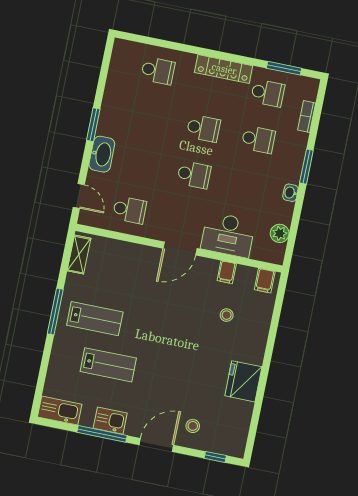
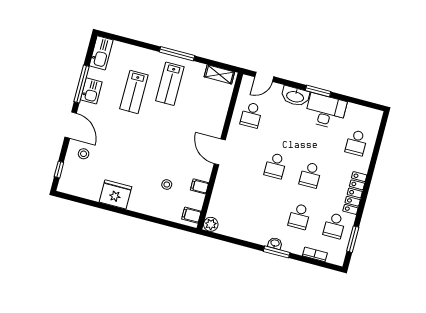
washbasin: (290, 193) -> (275, 243), moved
plant: (280, 233) -> (211, 224), moved
desk: (228, 235) -> (326, 111), moved, turned 90

